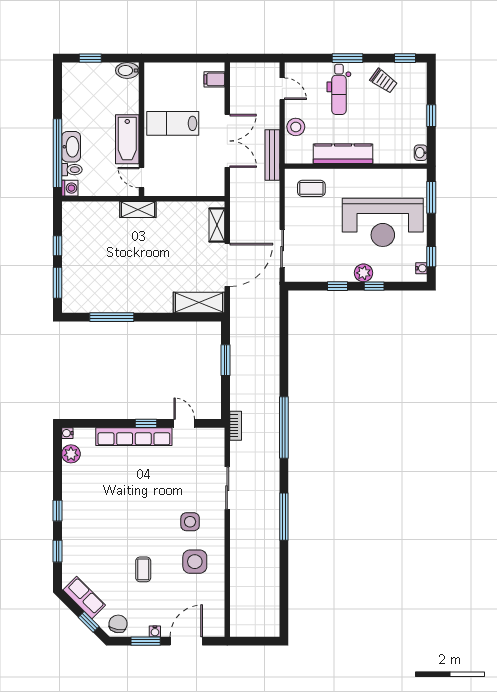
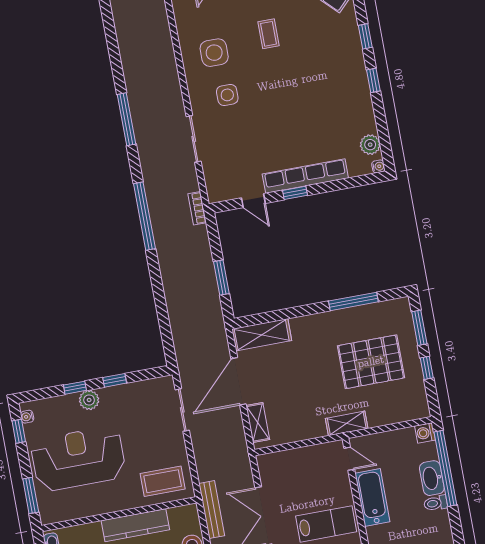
toilet: (72, 170) -> (436, 503), moved
coffee table: (311, 188) -> (163, 481), width x1.36, depth x1.30
pallet: (106, 260) -> (371, 362), added

